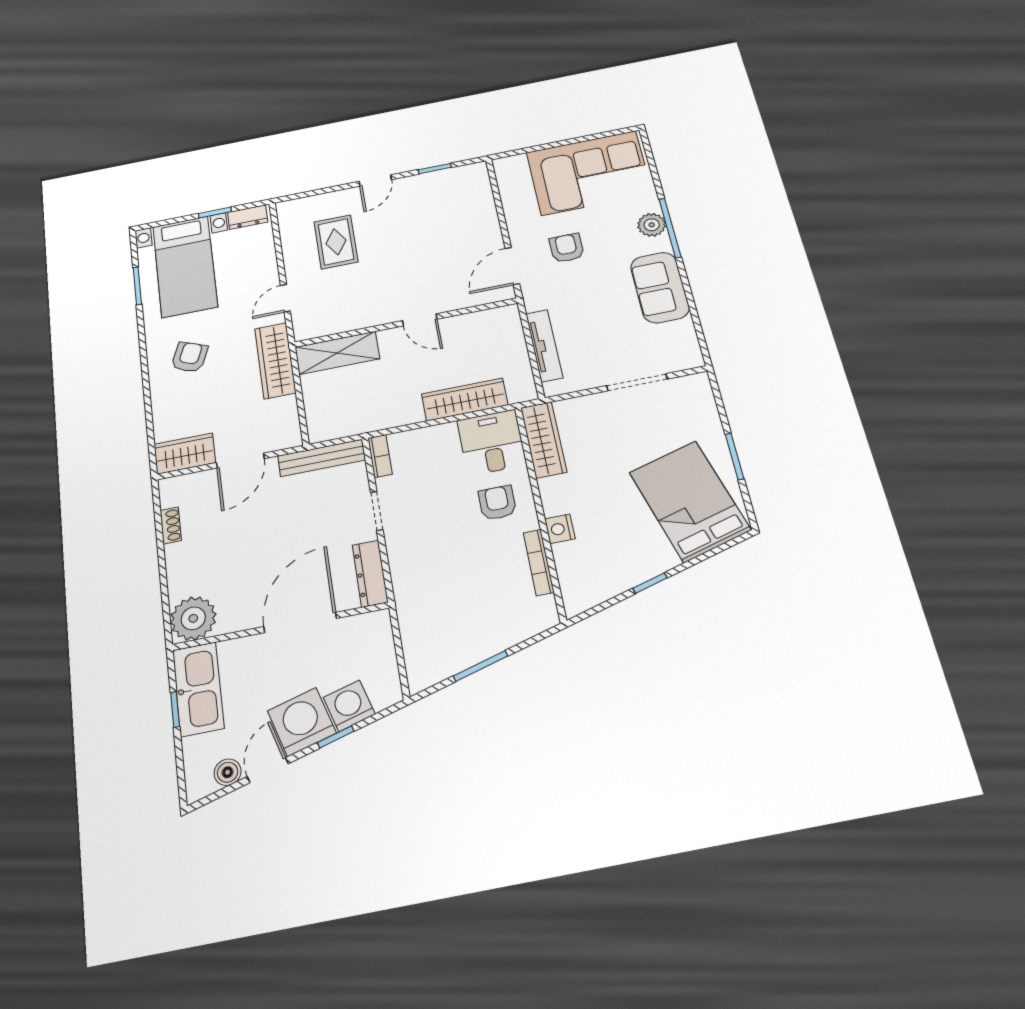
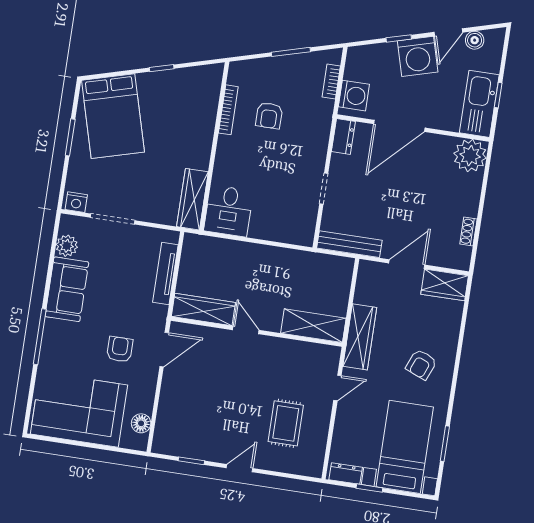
floor lamp: (509, 184) -> (141, 423), added
plant: (652, 225) -> (67, 246), moved
armchair: (567, 248) -> (120, 349), turned 180
wardrobe: (465, 399) -> (203, 309), moved, turned 180
bookcase: (380, 456) -> (331, 81), moved
armchair: (497, 503) -> (269, 116), moved
nightstand: (560, 529) -> (76, 202), moved, turned 90
dresser: (370, 574) -> (343, 136), width x0.70
washing machine: (349, 706) -> (354, 96), moved, turned -74

